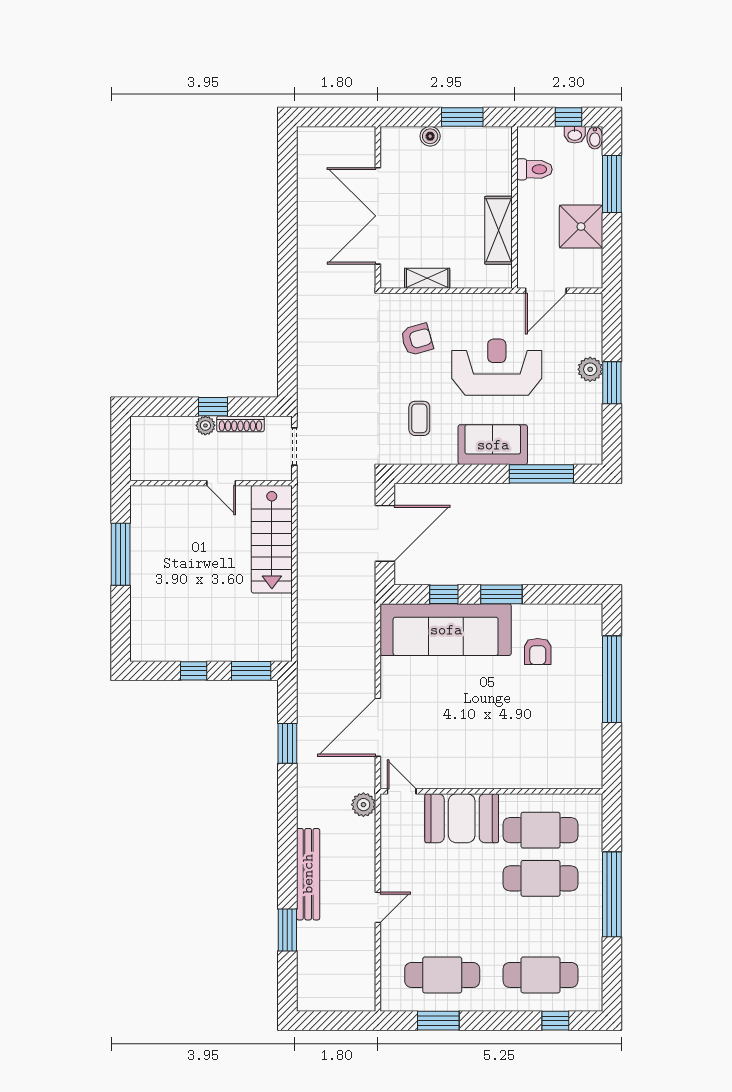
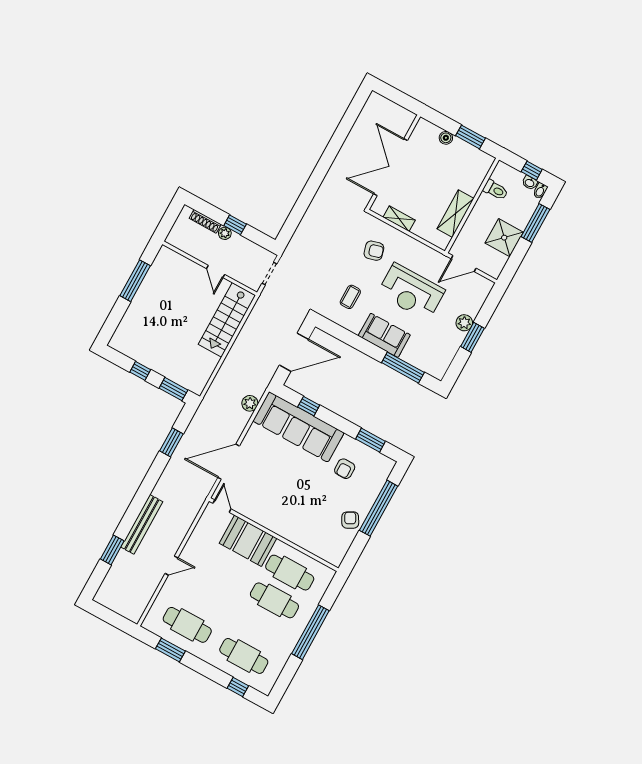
reception desk: (497, 367) -> (411, 292), turned 180
shoe rack: (240, 424) -> (205, 221), moved
window: (501, 594) -> (371, 440), moved
armchair: (583, 716) -> (350, 520), added
plant: (363, 805) -> (250, 403), moved

